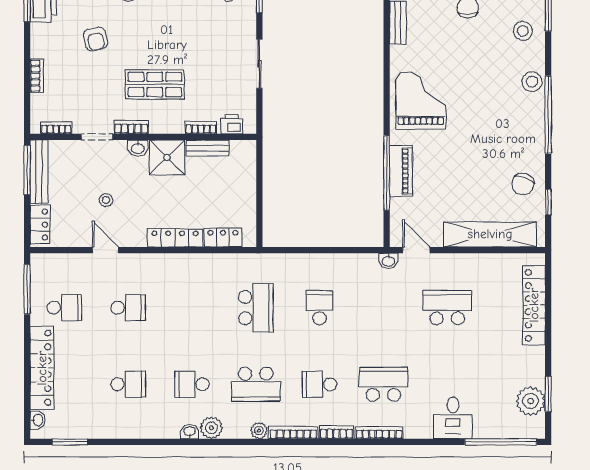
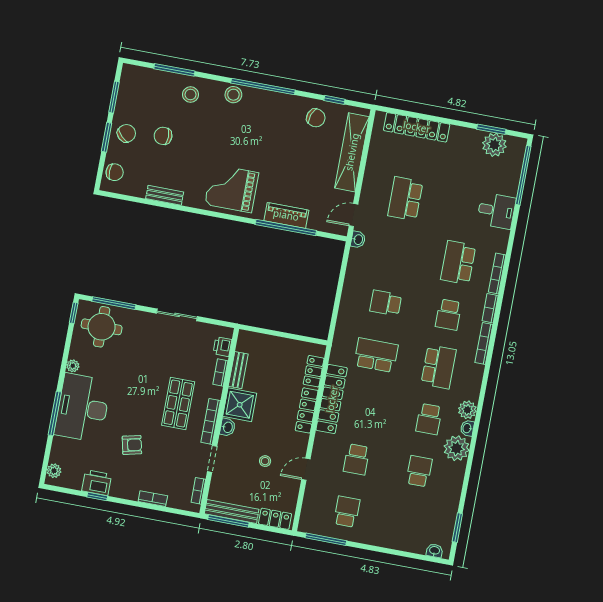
bookcase: (131, 127) -> (211, 421), width x1.56
school desk: (128, 308) -> (356, 459), turned 180
locker: (42, 368) -> (332, 399), moved, turned 90
plant: (259, 431) -> (457, 448), moved, width x1.87, depth x1.87

